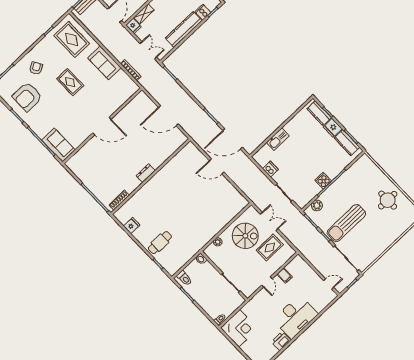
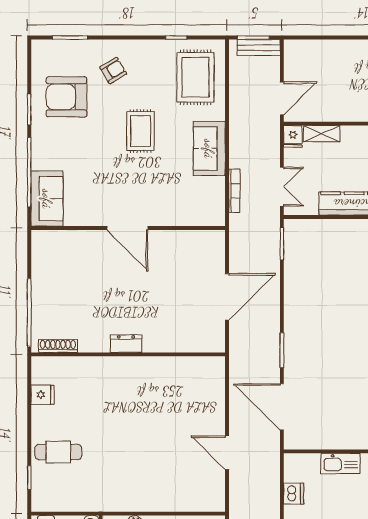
door: (168, 116) -> (227, 297), swing flipped
door: (217, 166) -> (227, 453), moved

